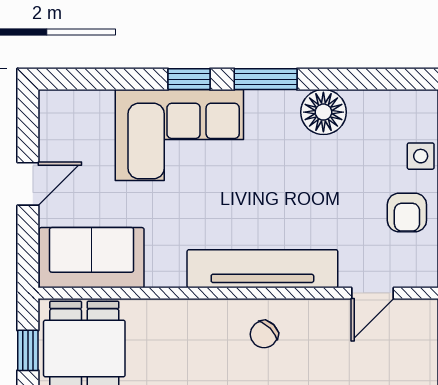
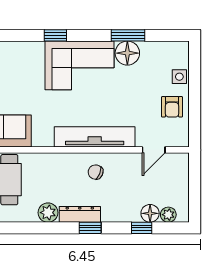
window: (266, 79) -> (128, 35), moved
corner sofa: (179, 135) -> (80, 65), moved
chair: (264, 334) -> (96, 172), turned 66

